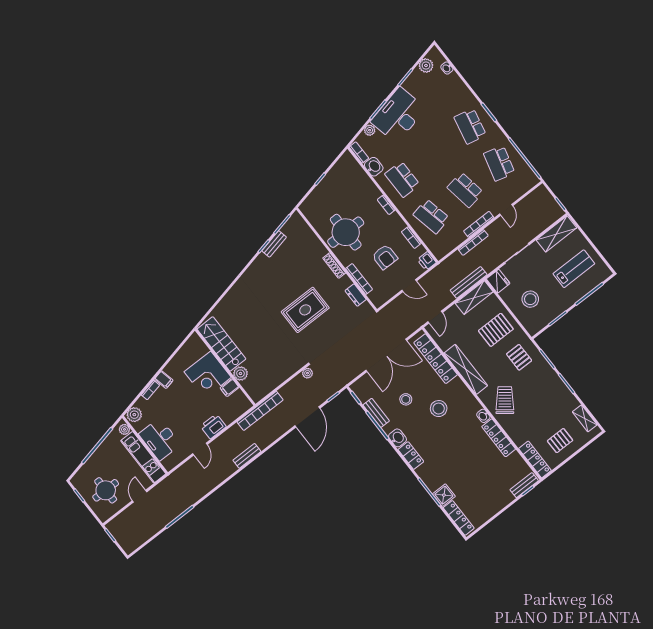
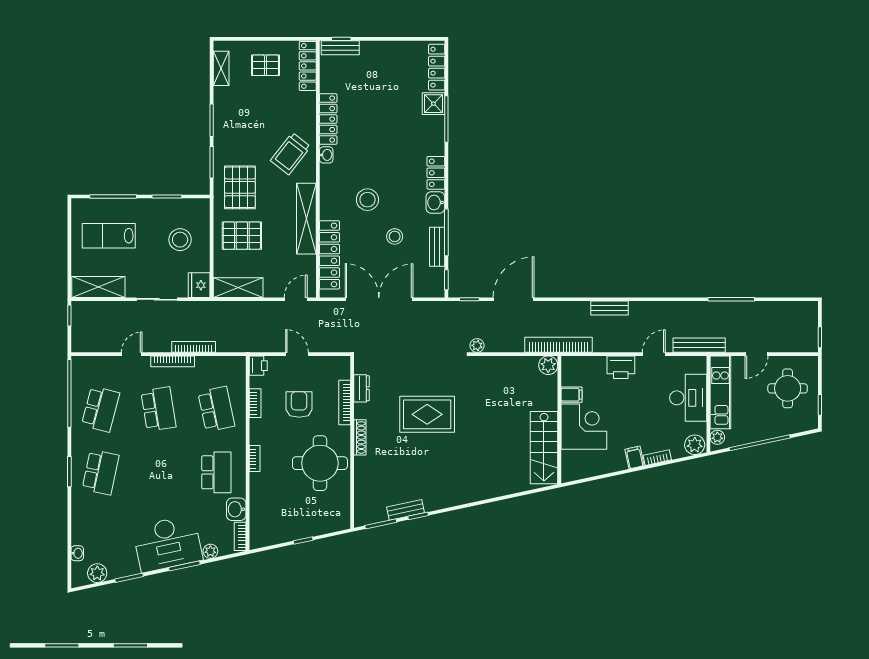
bench: (469, 282) -> (699, 345), moved
pallet: (519, 357) -> (240, 187), width x1.50, depth x1.42
plant: (240, 373) -> (548, 365), moved

